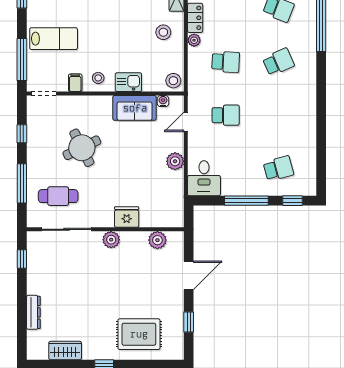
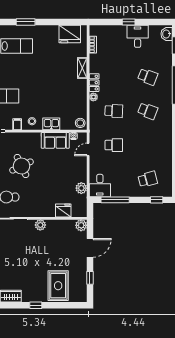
stool: (163, 32) -> (74, 92), removed
school desk: (278, 62) -> (148, 111), turned 45
plant: (175, 161) -> (81, 188), moved
window: (246, 201) -> (115, 200), moved
fridge: (127, 217) -> (63, 210), moved
plant: (157, 240) -> (81, 225), moved
rug: (139, 334) -> (58, 286), turned 90

